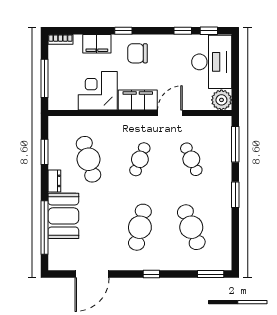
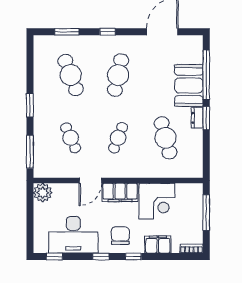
window: (183, 31) -> (101, 257), moved
chair: (137, 53) -> (120, 236), turned -90
desk: (212, 62) -> (73, 235), moved, turned -90
window: (44, 152) -> (206, 118), moved
window: (211, 274) -> (67, 32), moved

